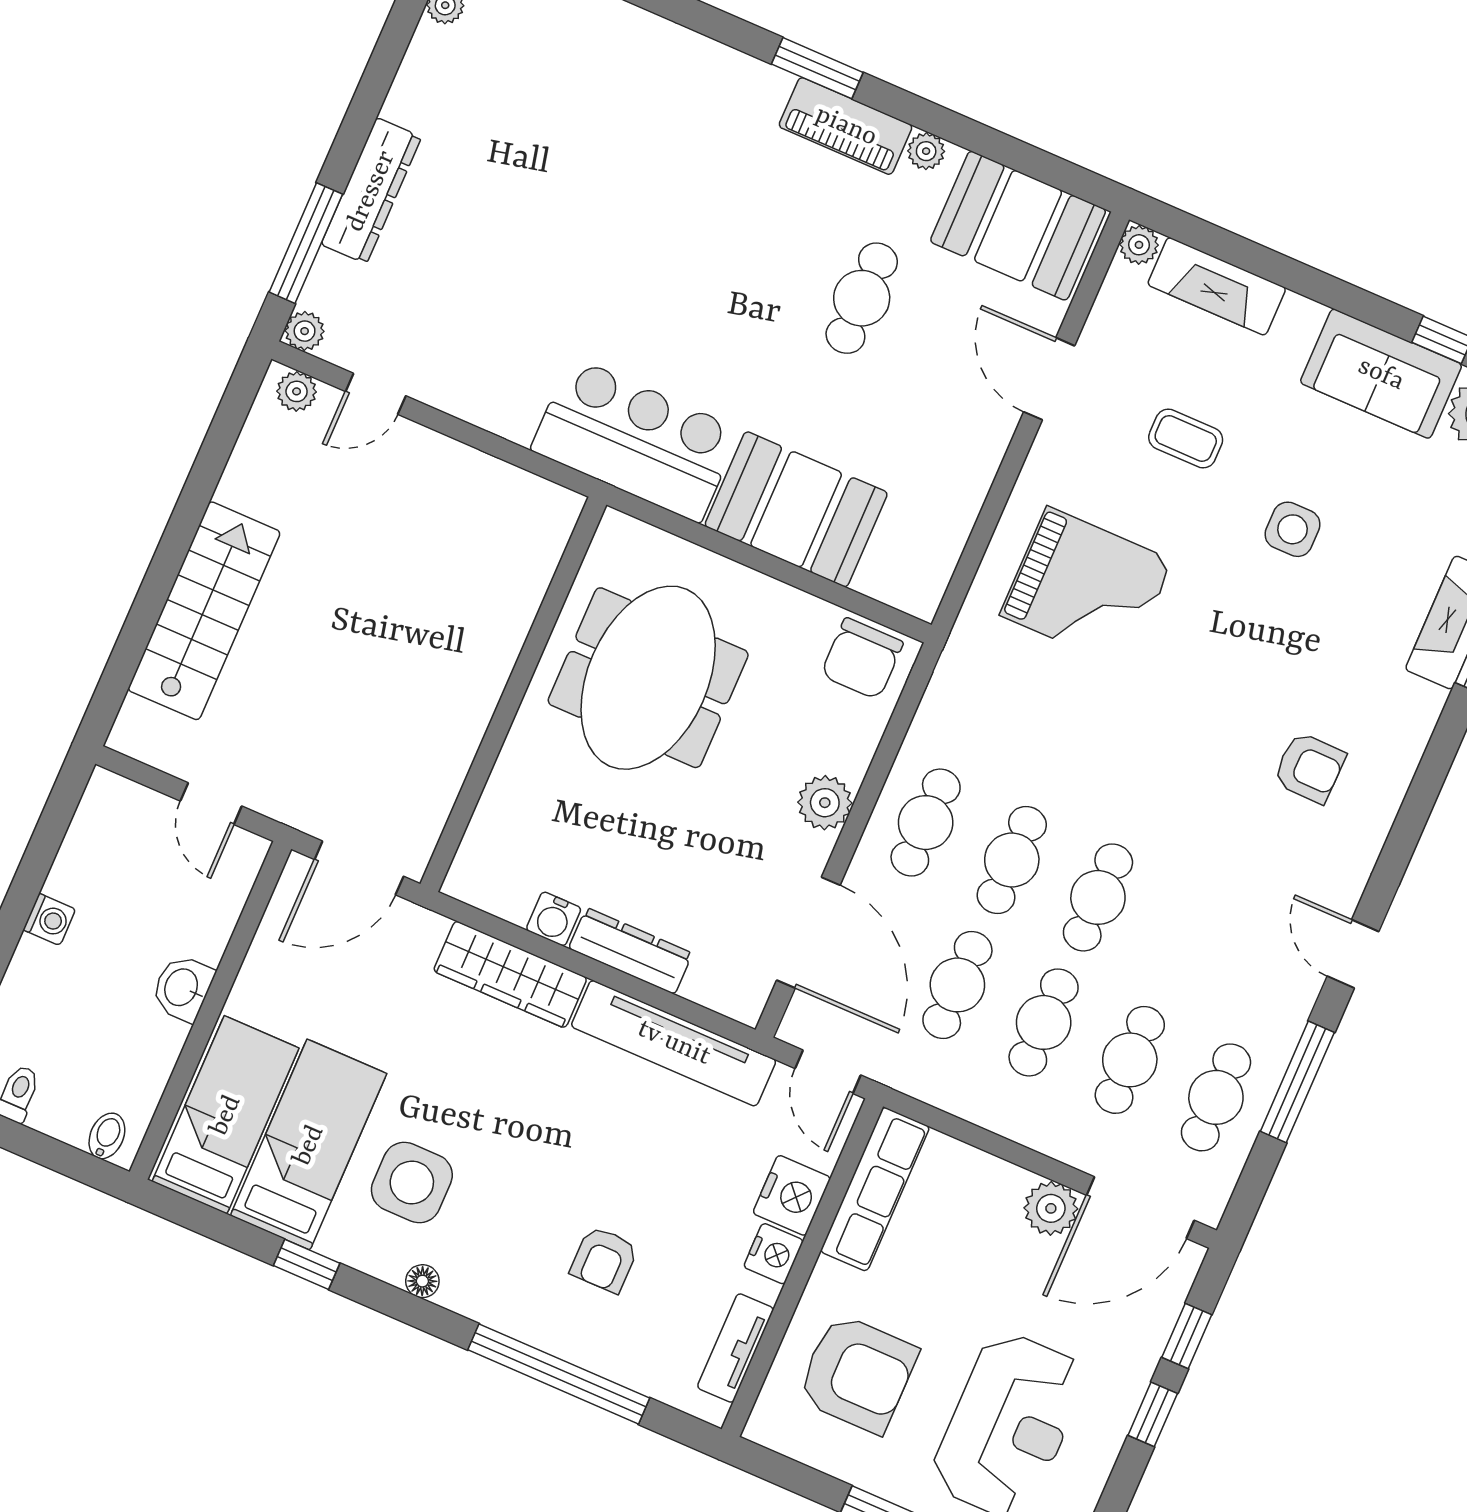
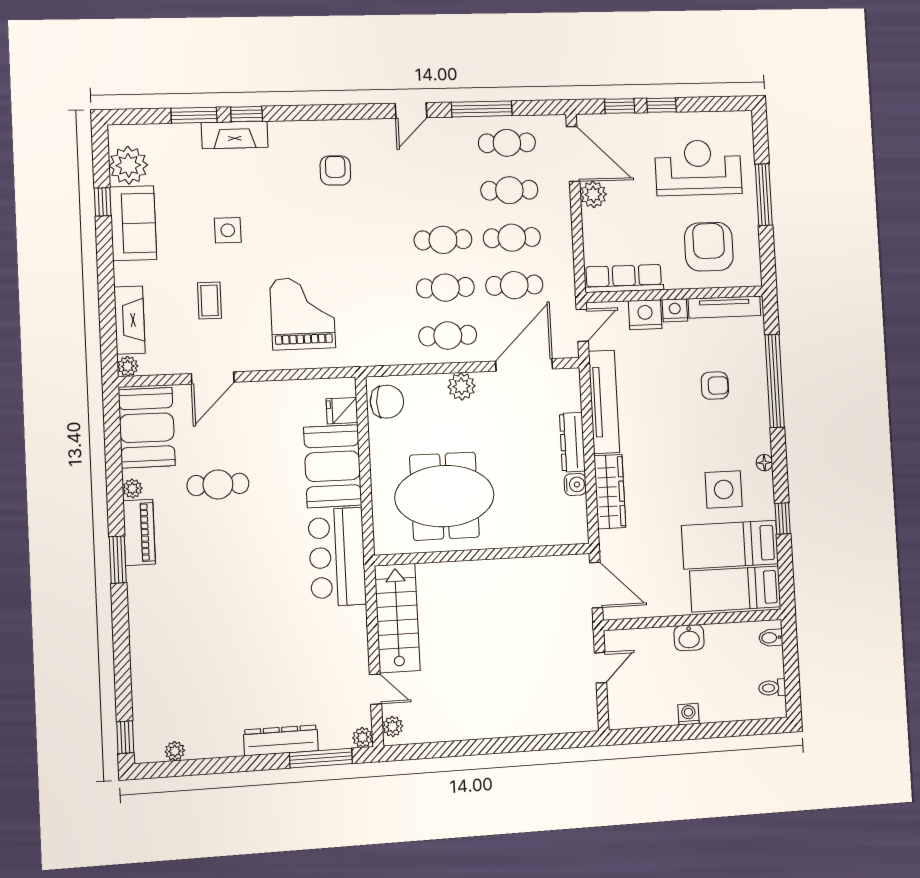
fridge: (884, 573) -> (342, 411), added
stairs: (204, 611) -> (397, 618), moved, turned 90
tv unit: (735, 1348) -> (724, 307), width x1.41

